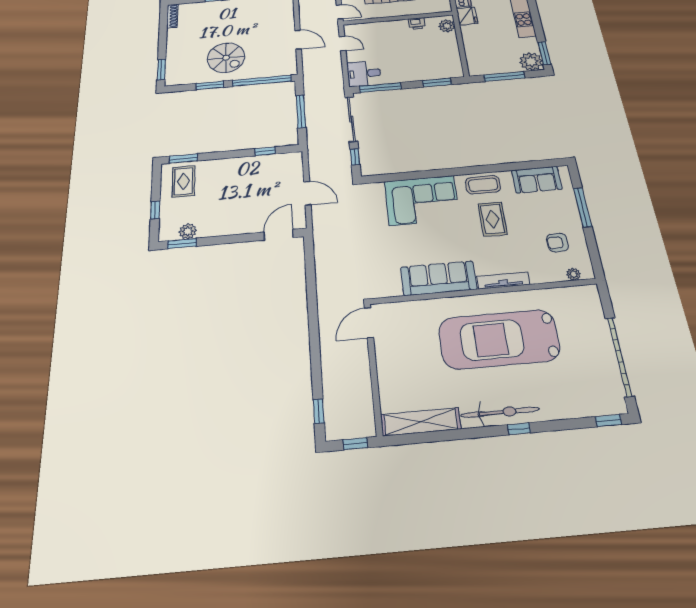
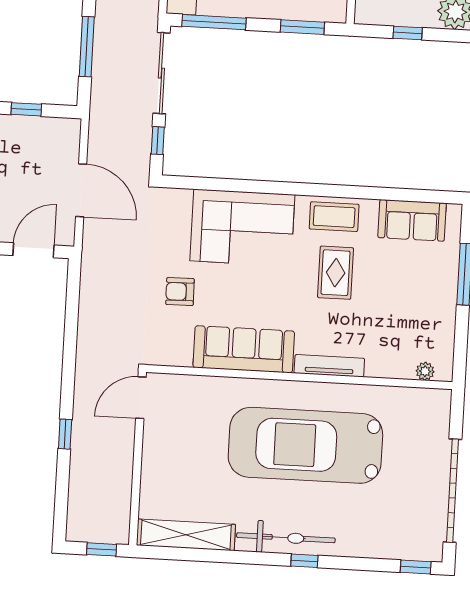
window: (504, 76) -> (408, 33), width x0.46
door: (307, 193) -> (81, 190), width x1.36
armchair: (557, 243) -> (180, 292), moved
window: (319, 411) -> (65, 434), moved

